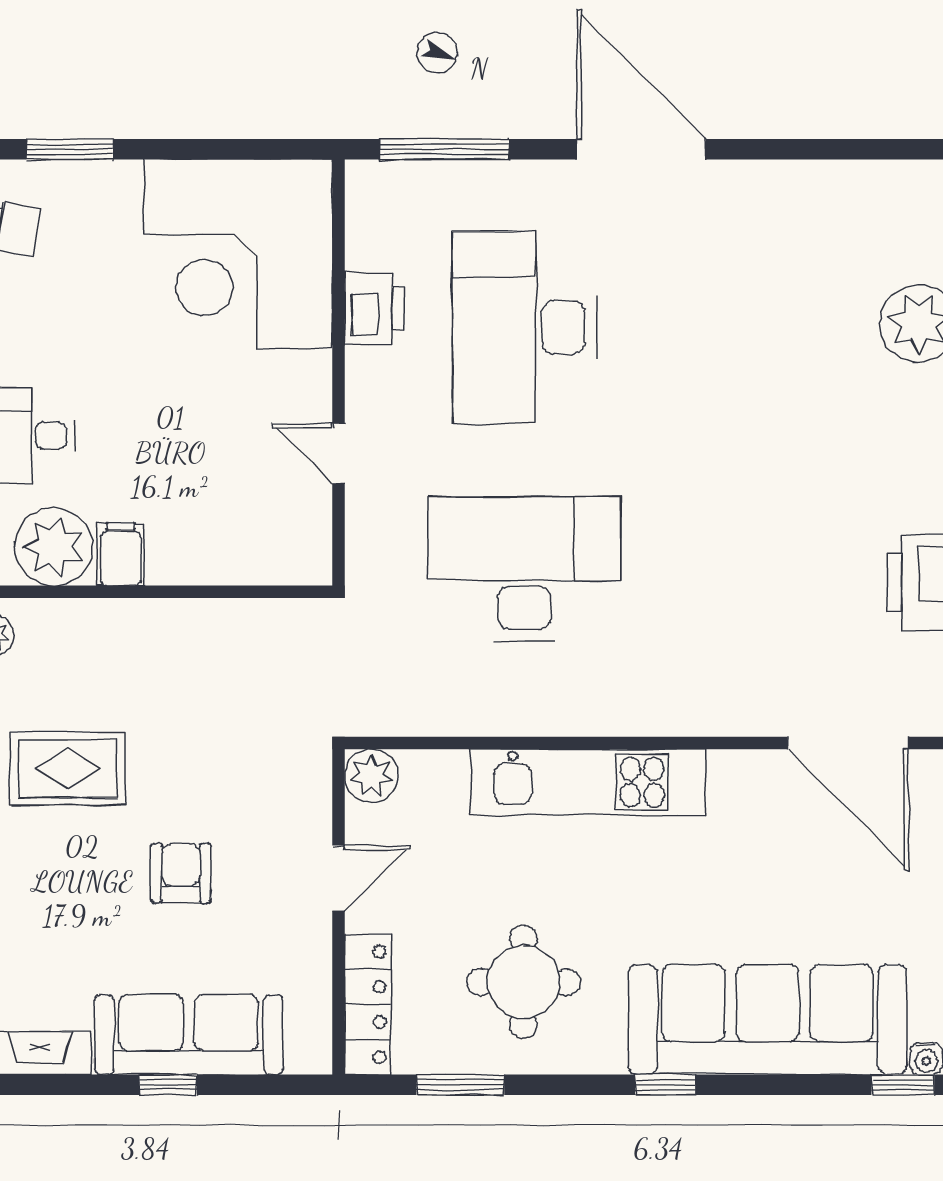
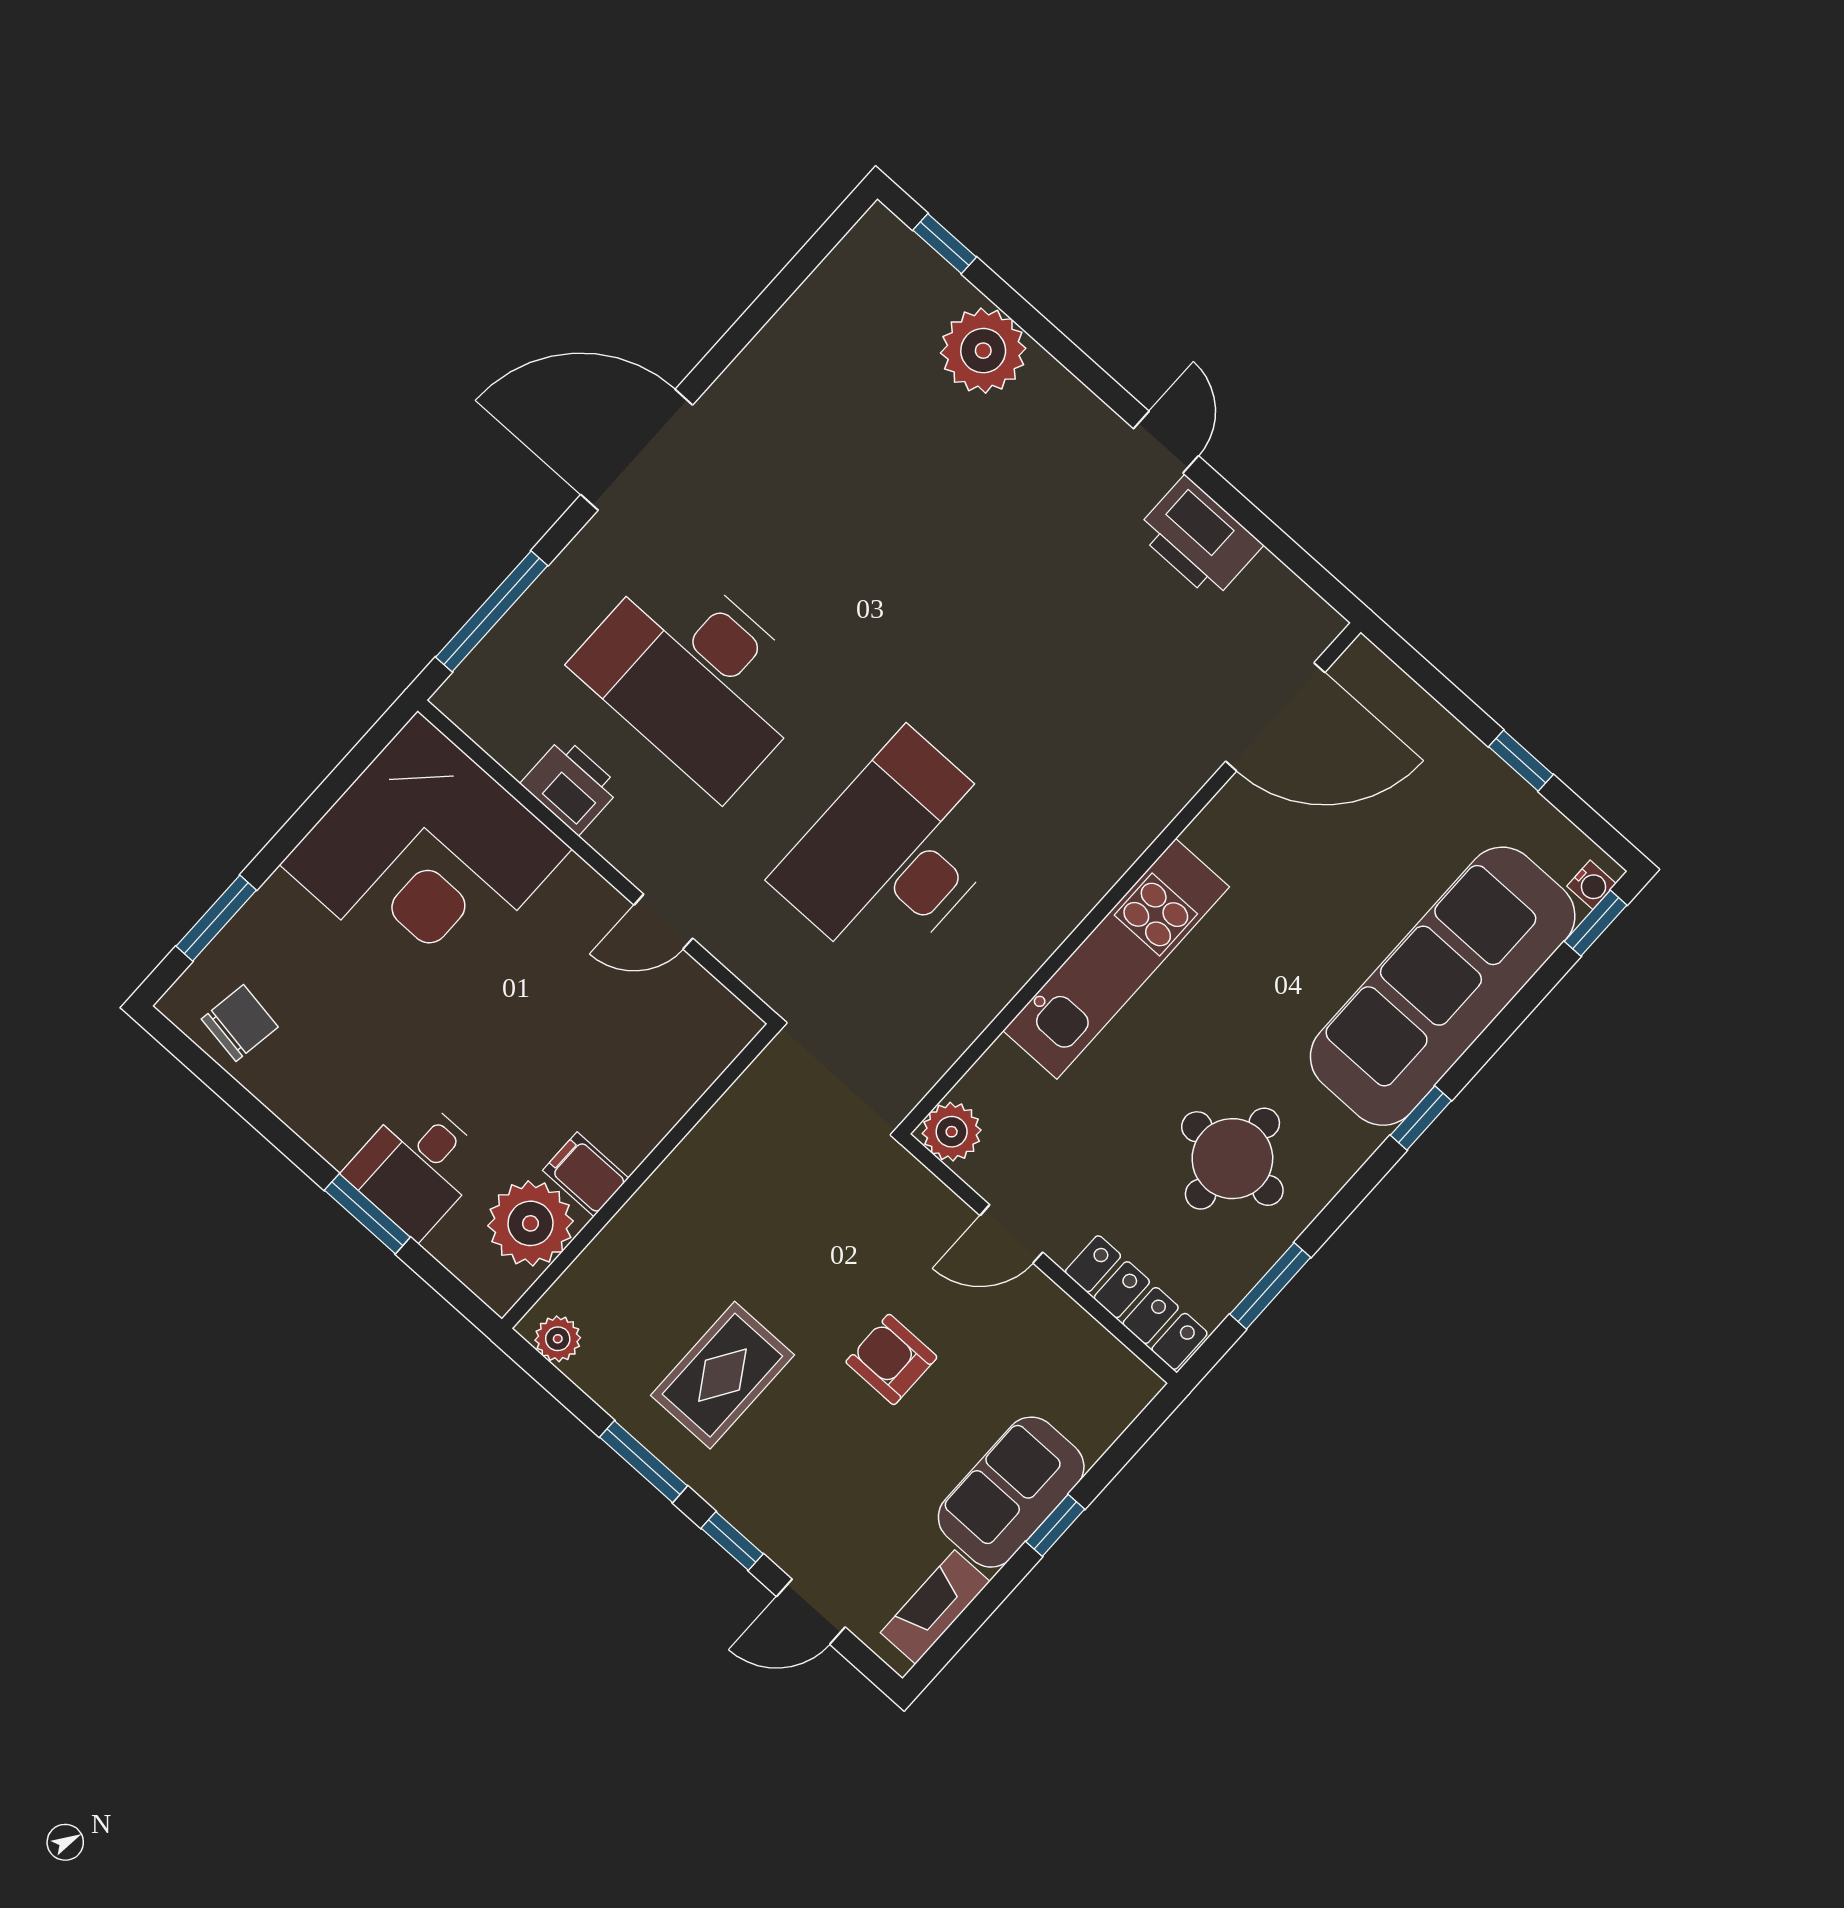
door: (339, 878) -> (1011, 1234), swing flipped
sofa: (189, 1035) -> (1011, 1492), width x0.73

